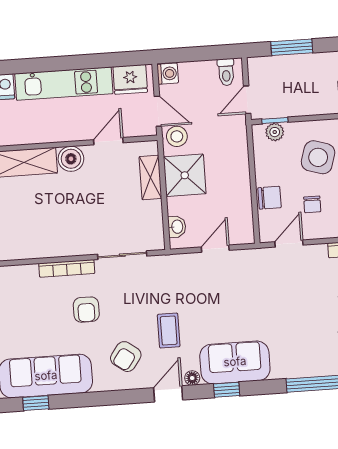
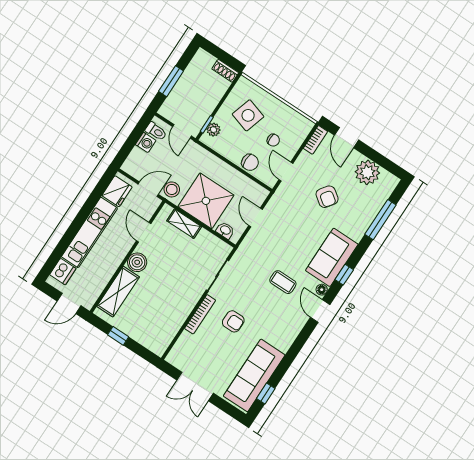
washing machine: (168, 74) -> (146, 142), moved, turned 90
shower: (185, 175) -> (206, 201), width x1.37, depth x1.37
chair: (270, 198) -> (250, 162), turned 90
armchair: (126, 357) -> (327, 197), moved

